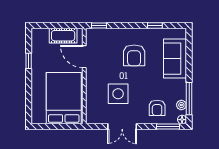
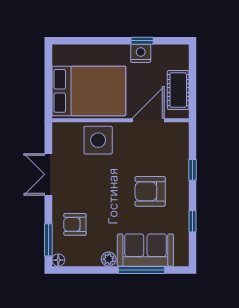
window: (99, 26) -> (193, 170), moved
nightstand: (38, 62) -> (141, 53), added
side table: (118, 94) -> (98, 140), moved
window: (189, 99) -> (142, 270), moved
plant: (181, 105) -> (109, 259), moved

